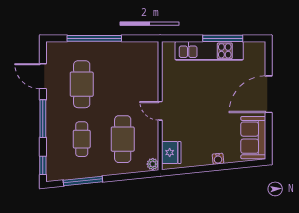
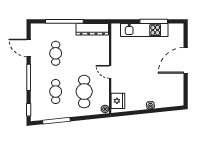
dresser: (134, 50) -> (92, 29), added
cafe table: (82, 84) -> (56, 53), width x0.73, depth x0.74
sofa: (253, 138) -> (175, 90), removed

